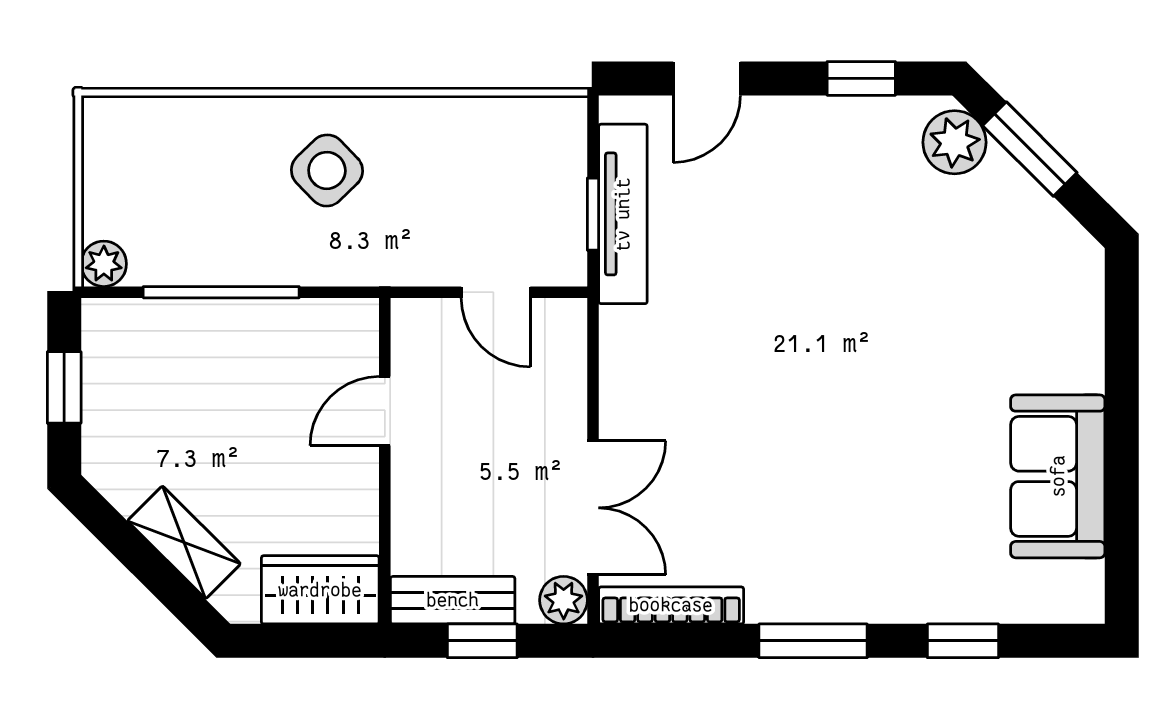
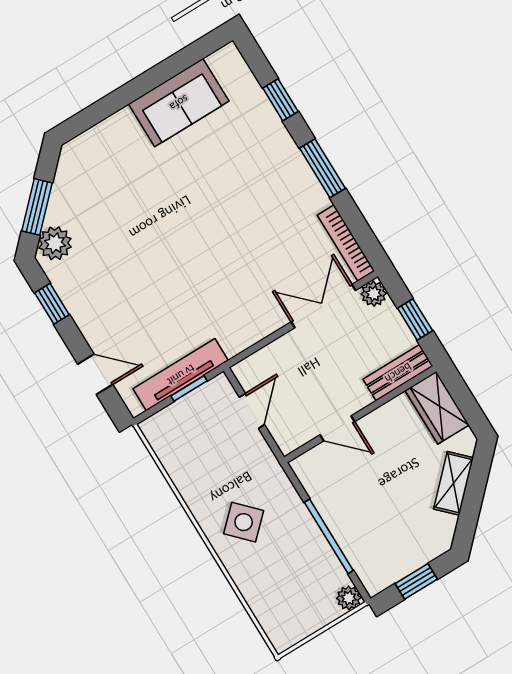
bench: (453, 600) -> (398, 373), moved, turned 90

